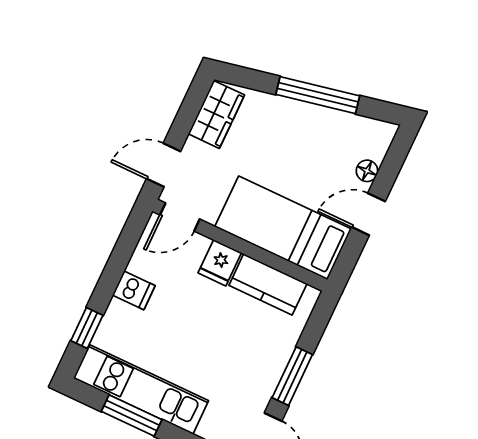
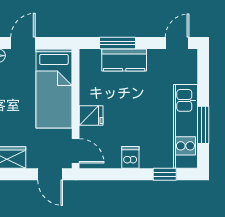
door: (368, 214) -> (23, 43), swing flipped
kitchen counter: (268, 284) -> (124, 60), moved, turned 90
window: (292, 376) -> (118, 43), moved

